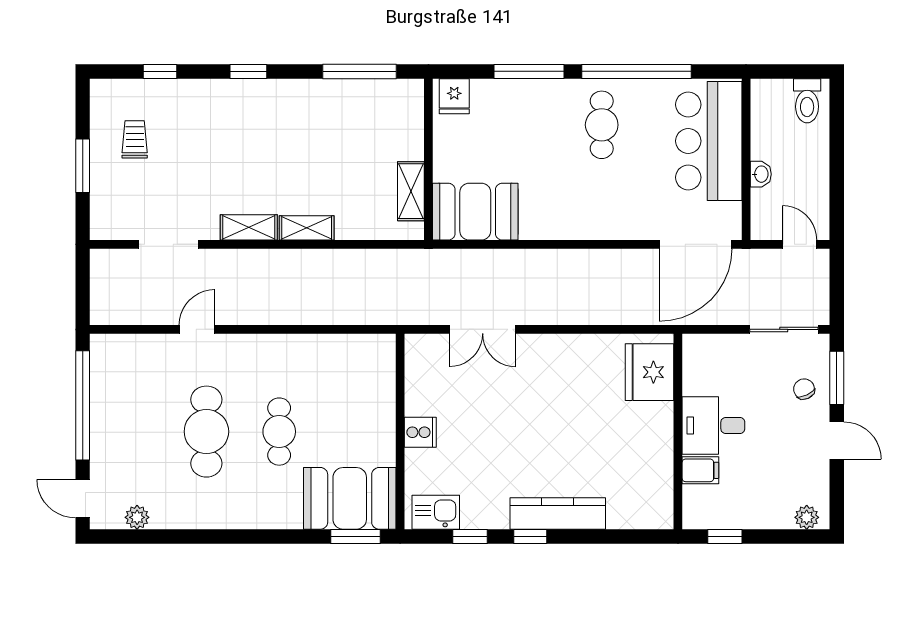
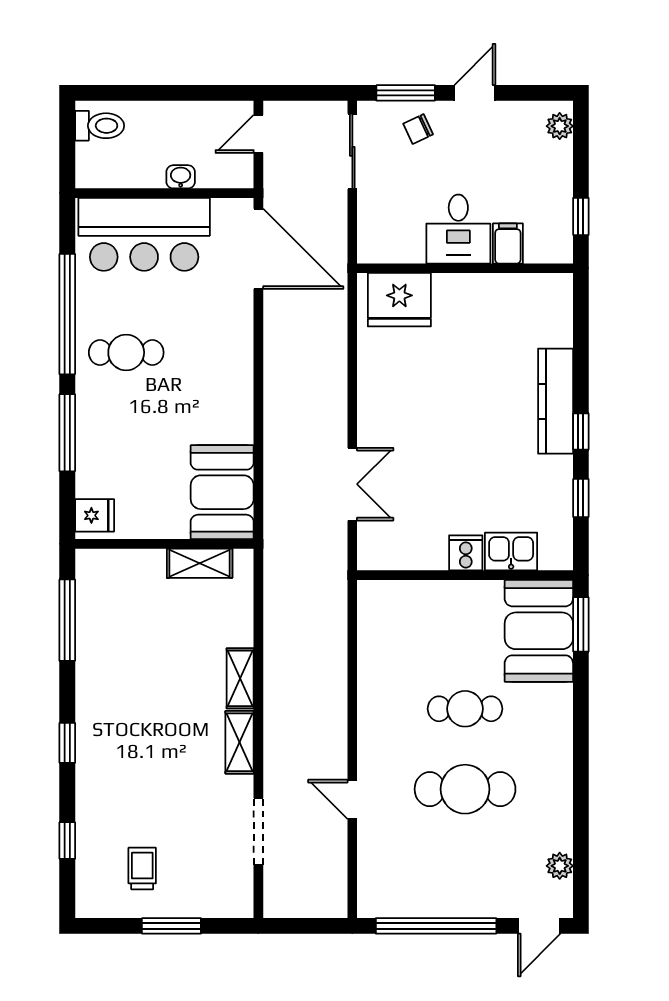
trolley: (135, 139) -> (142, 869), turned 90
kitchen sink: (436, 512) -> (511, 552), moved, turned 90

